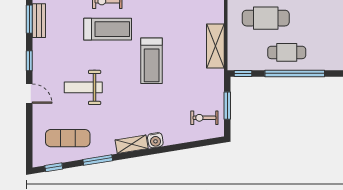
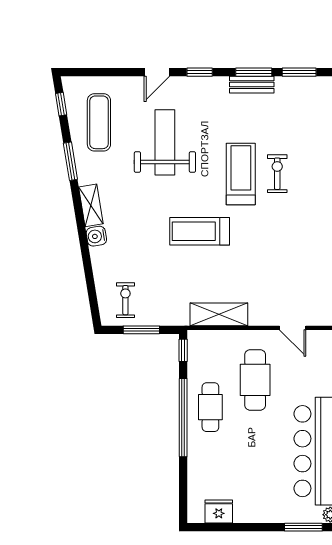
treadmill: (108, 29) -> (241, 174), turned 180
weight bench: (83, 87) -> (165, 142), width x1.36, depth x1.33

